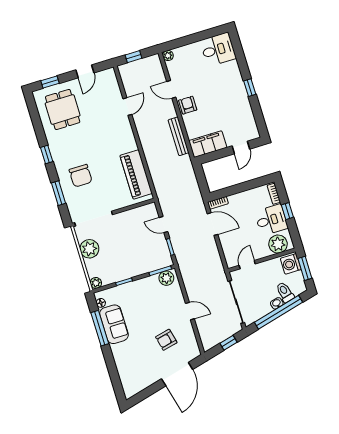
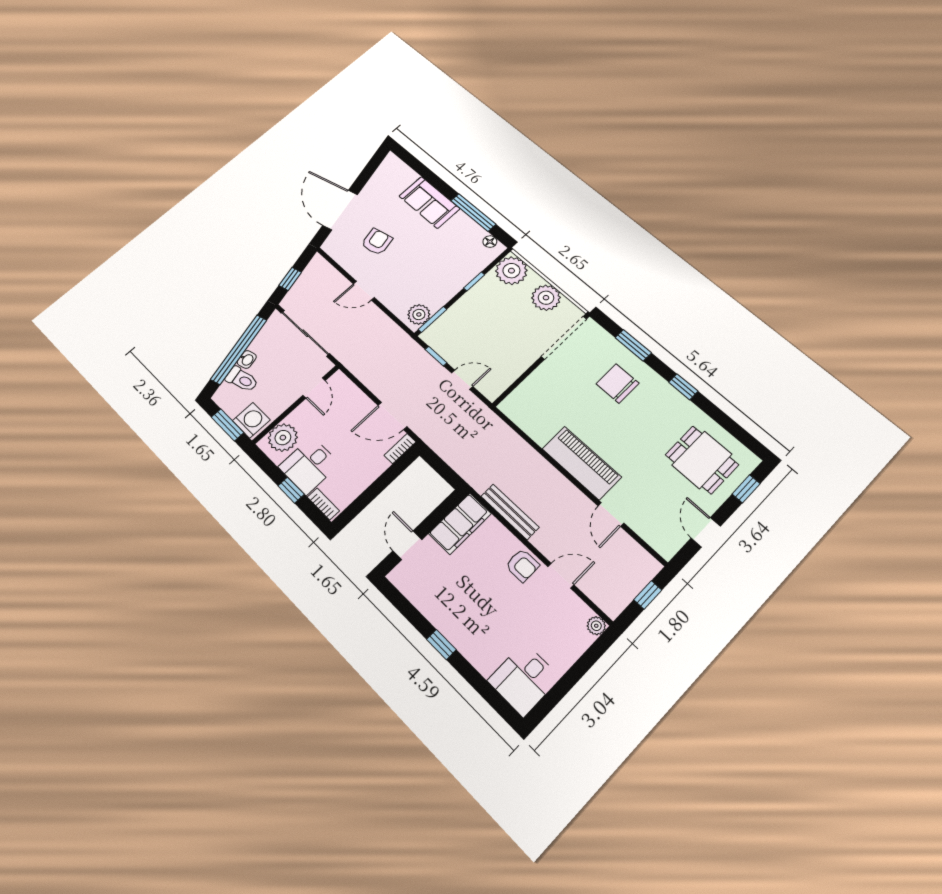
piano: (136, 174) -> (582, 463), moved
plant: (96, 283) -> (511, 271), width x1.88, depth x1.88
sofa: (114, 324) -> (429, 202), moved

